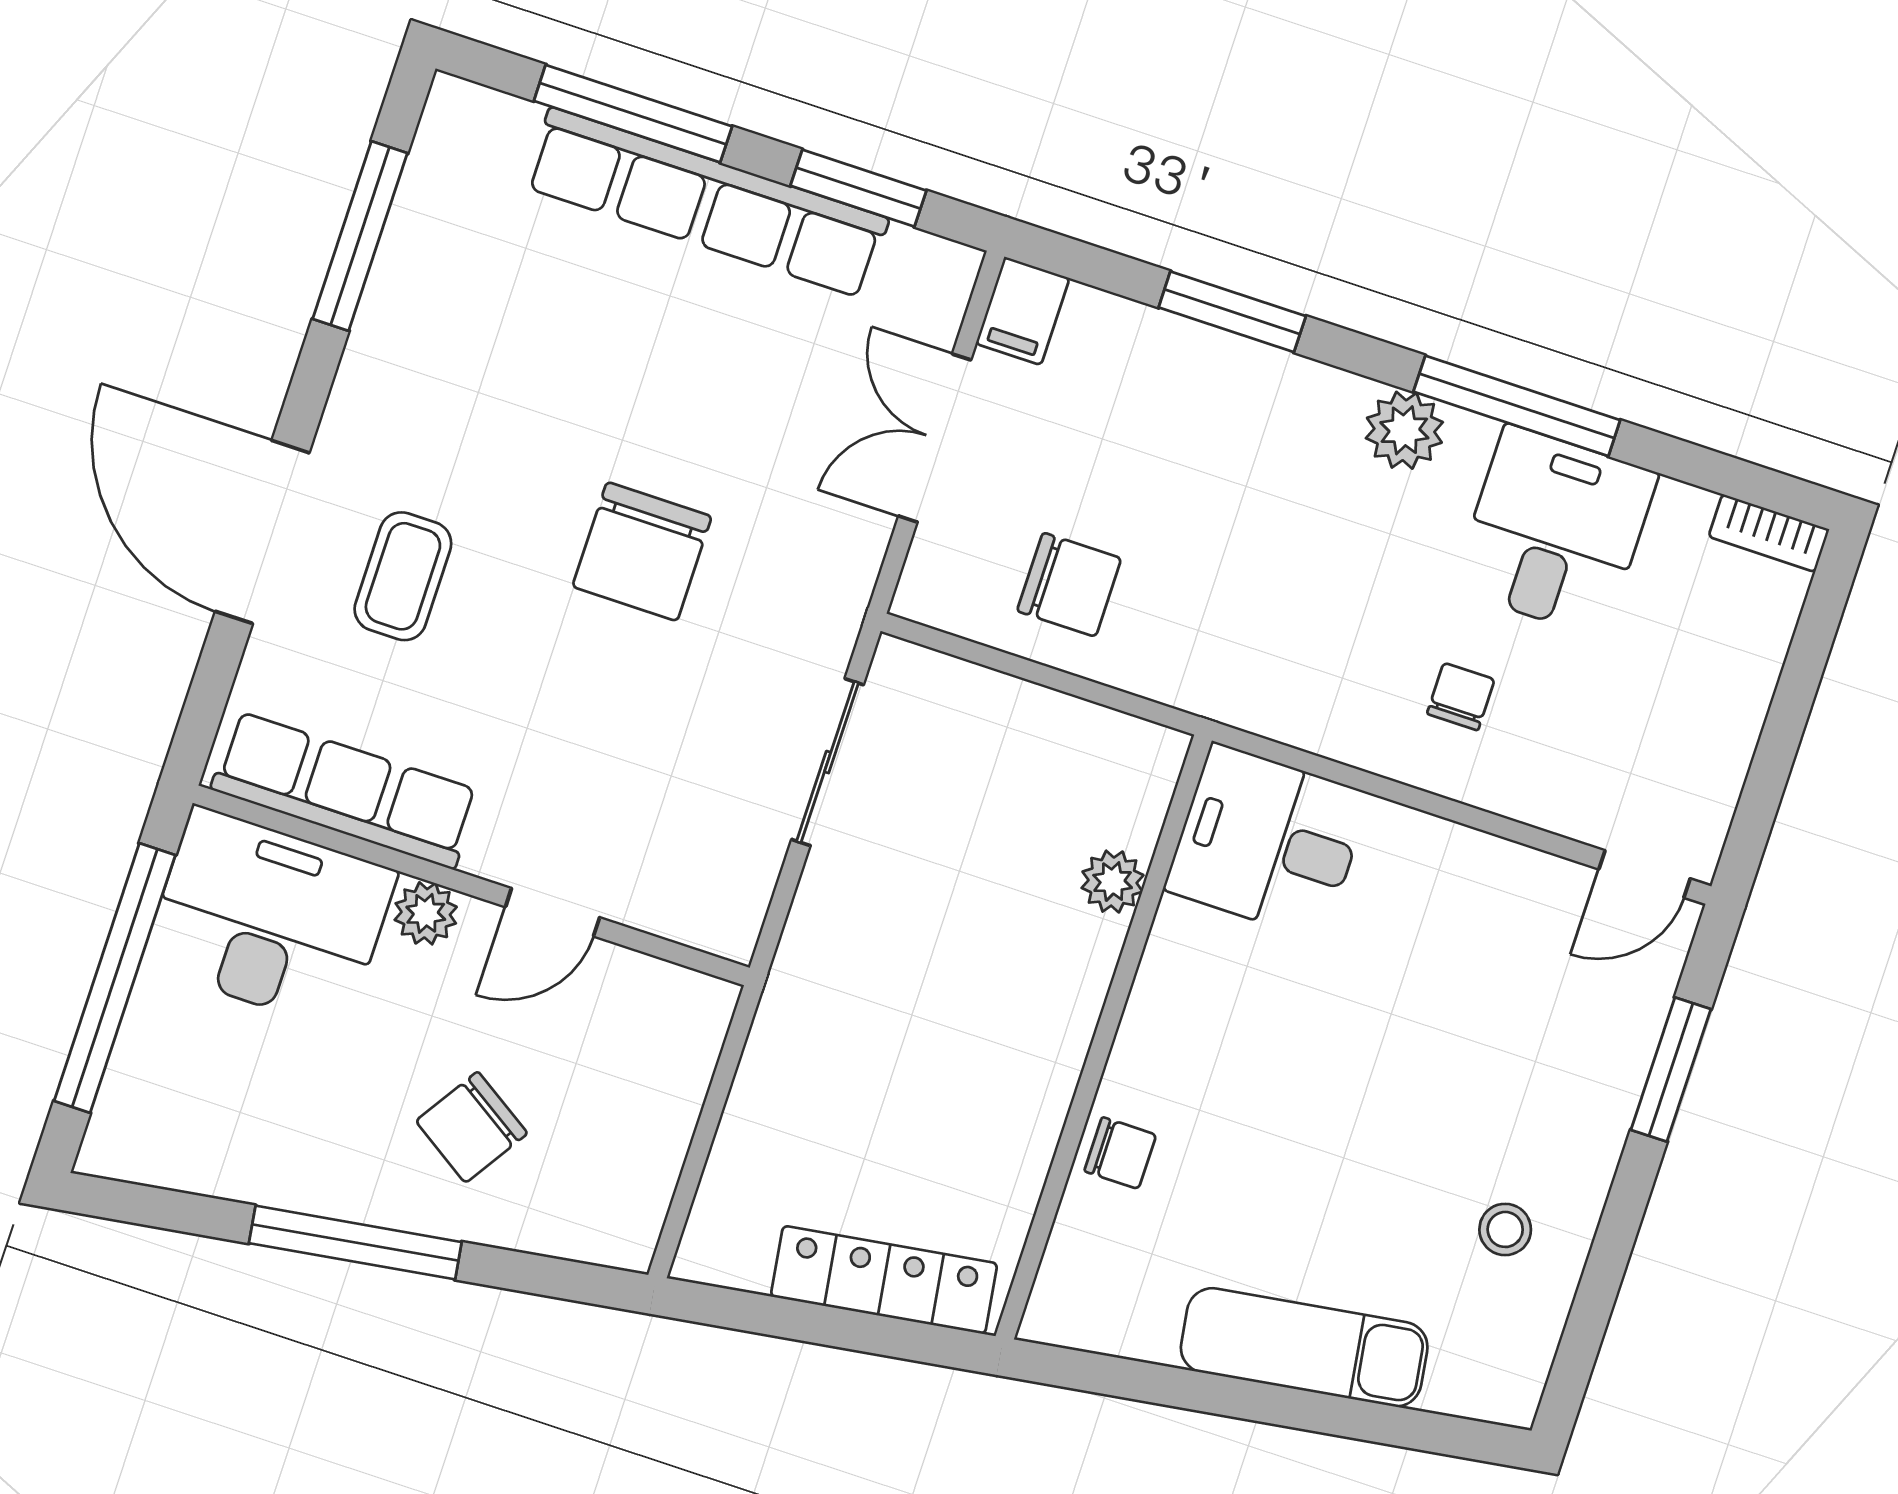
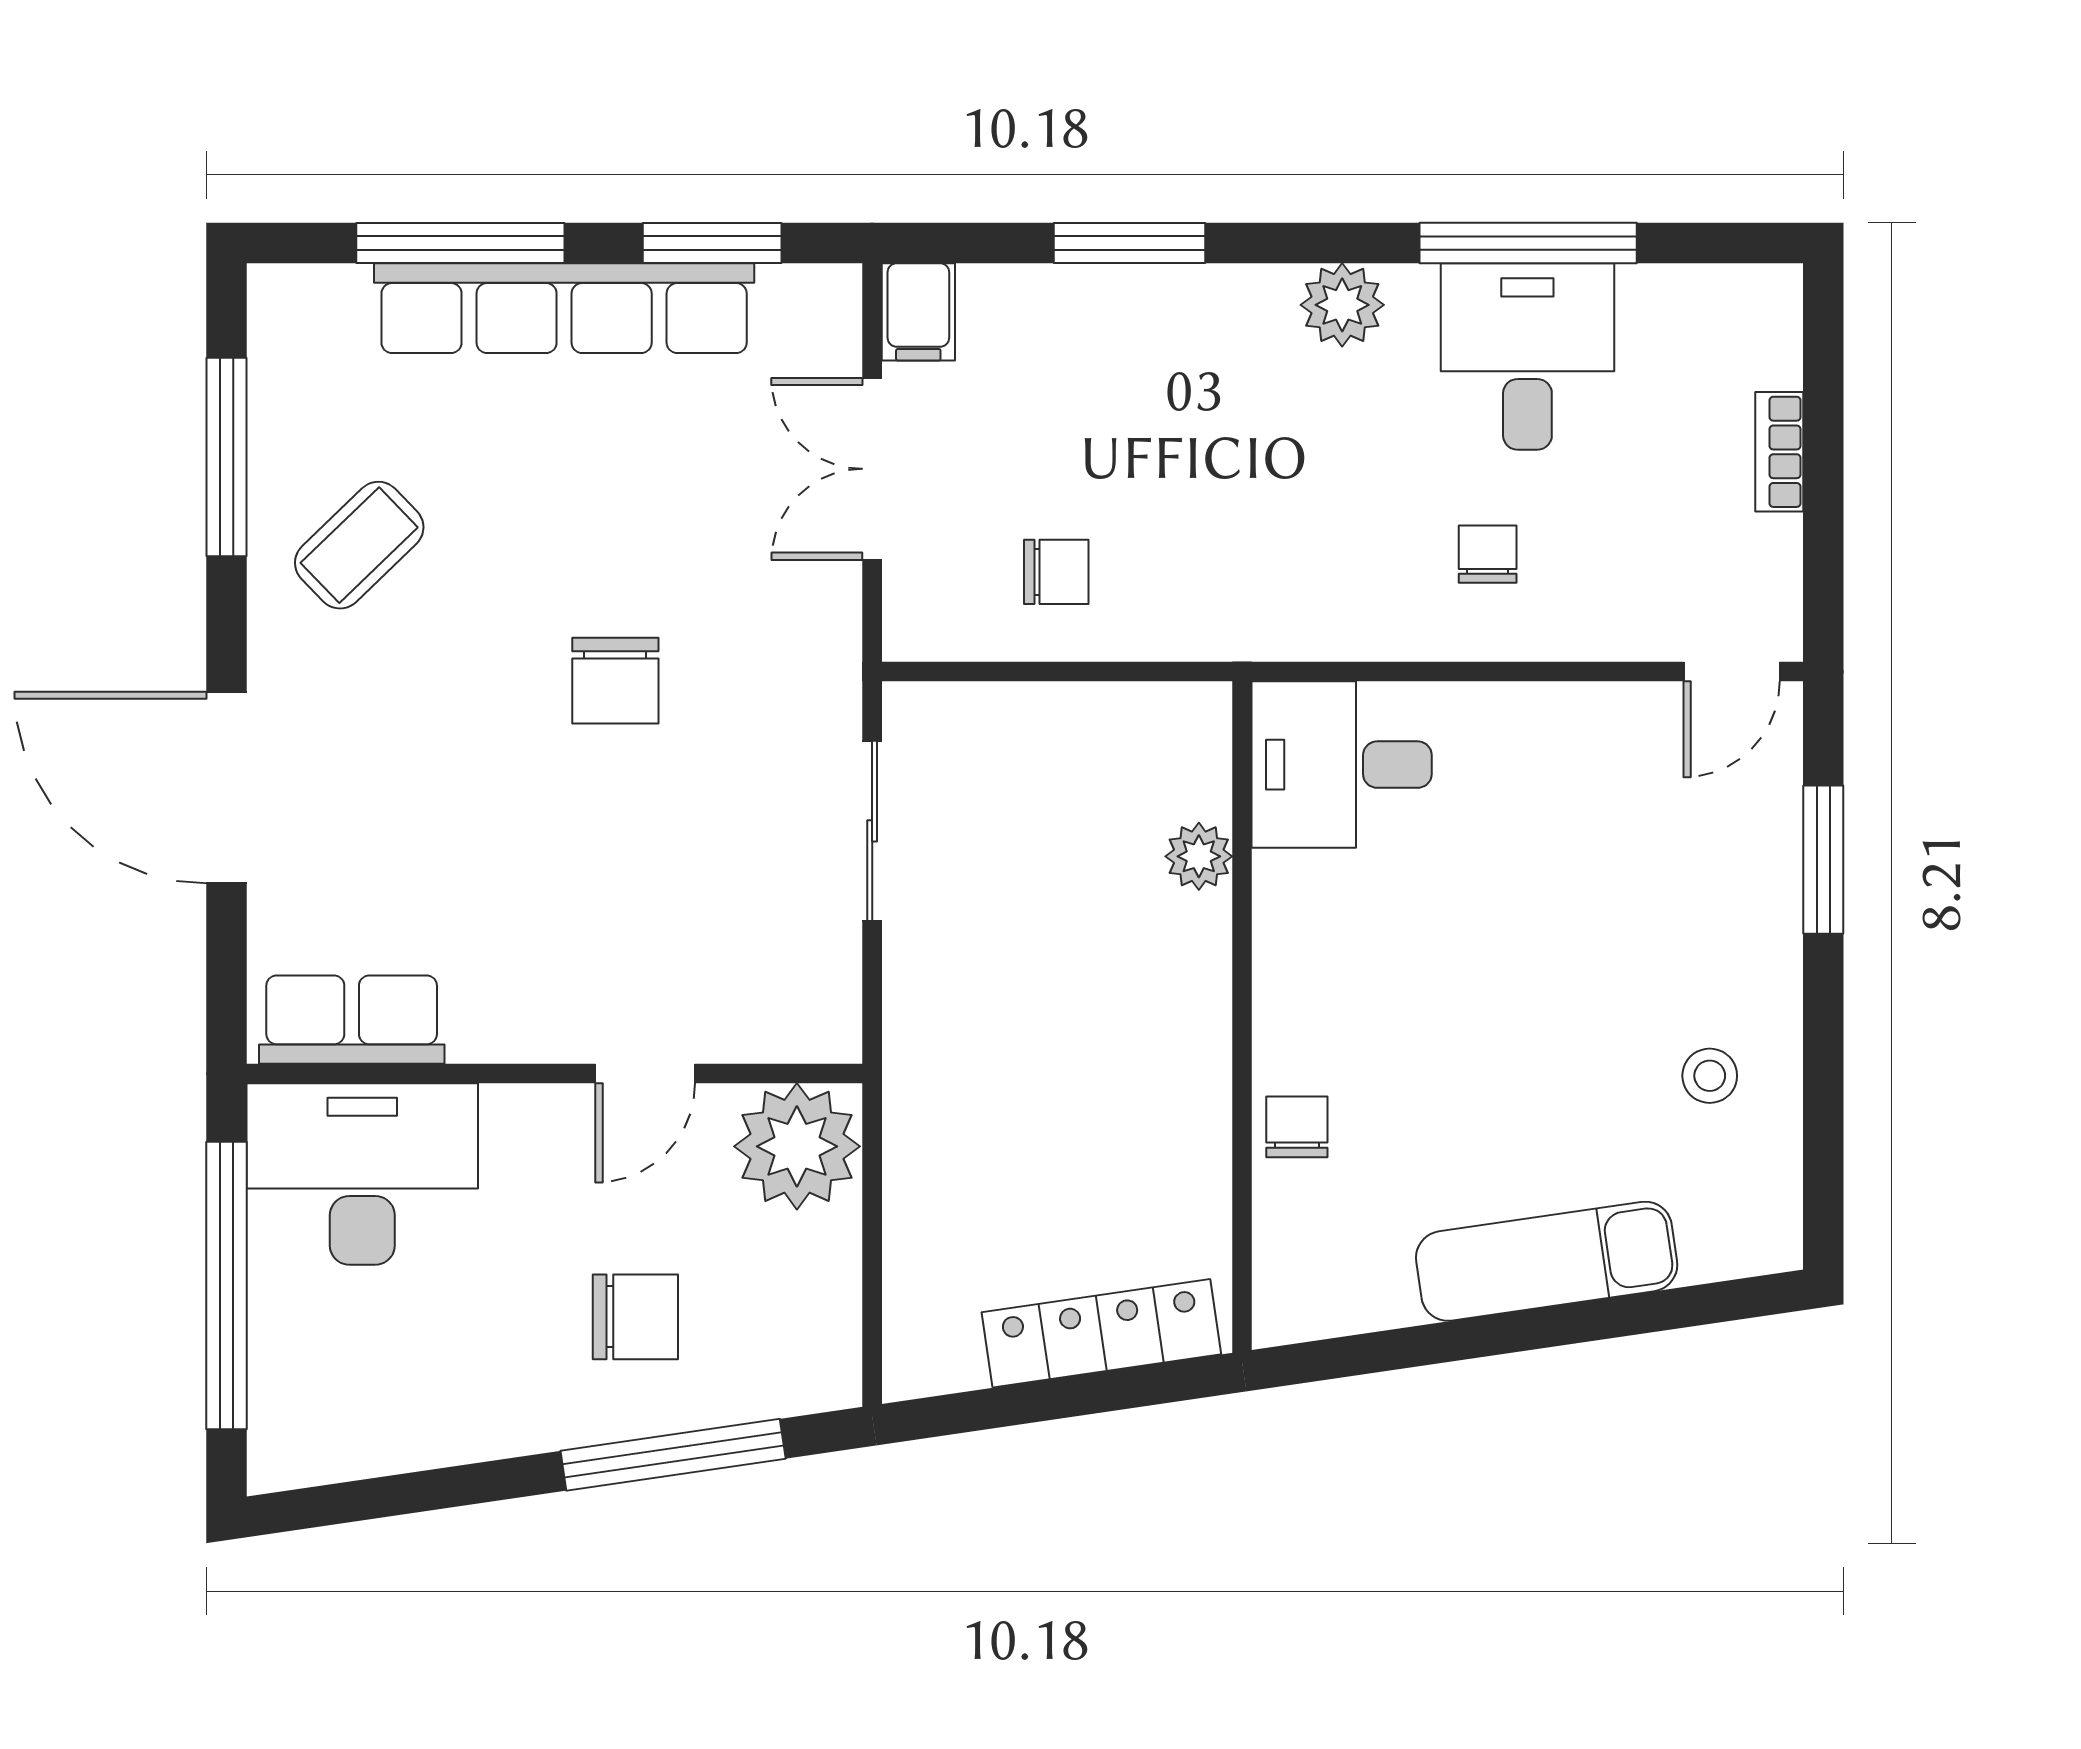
window: (1517, 406) -> (1528, 243), moved
bookcase: (1769, 533) -> (1779, 452), moved, turned 90
chair: (642, 551) -> (615, 681), width x0.73, depth x0.73
coffee table: (403, 576) -> (359, 545), moved, turned 46
chair: (1069, 585) -> (1056, 572), width x0.73, depth x0.73
row of seats: (345, 790) -> (352, 1020), width x0.68
plant: (426, 913) -> (797, 1146), moved, width x1.88, depth x1.88
chair: (472, 1127) -> (635, 1317), turned -123
chair: (1120, 1153) -> (1297, 1127), turned -90
window: (355, 1243) -> (673, 1455), moved

